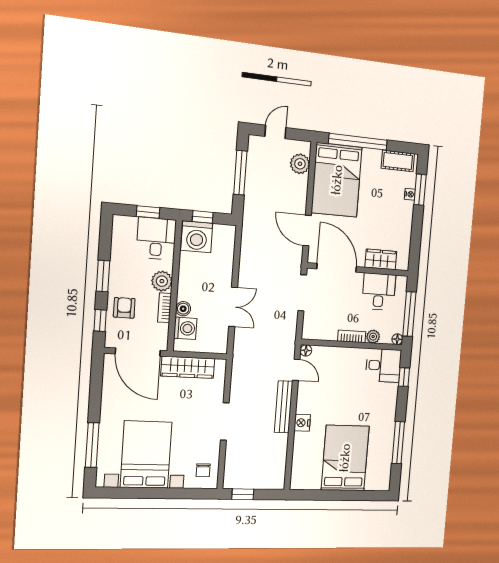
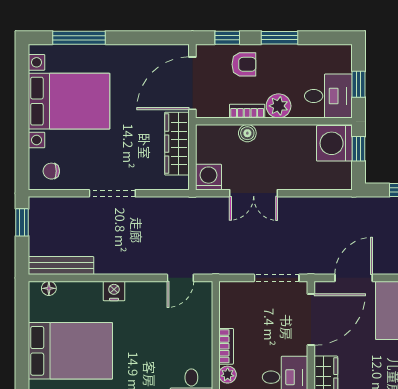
washing machine: (185, 328) -> (208, 177), moved, turned 180
floor lamp: (306, 350) -> (49, 288), moved
bench: (284, 407) -> (61, 266), moved

